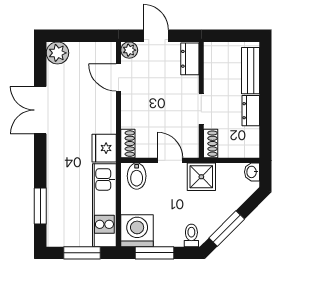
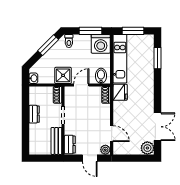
bench: (250, 71) -> (56, 141), moved
double door: (40, 110) -> (157, 127), moved
door: (170, 160) -> (81, 85), swing flipped

